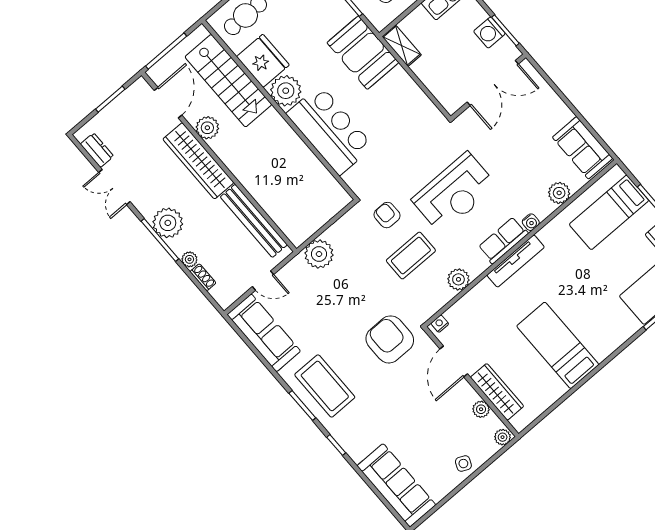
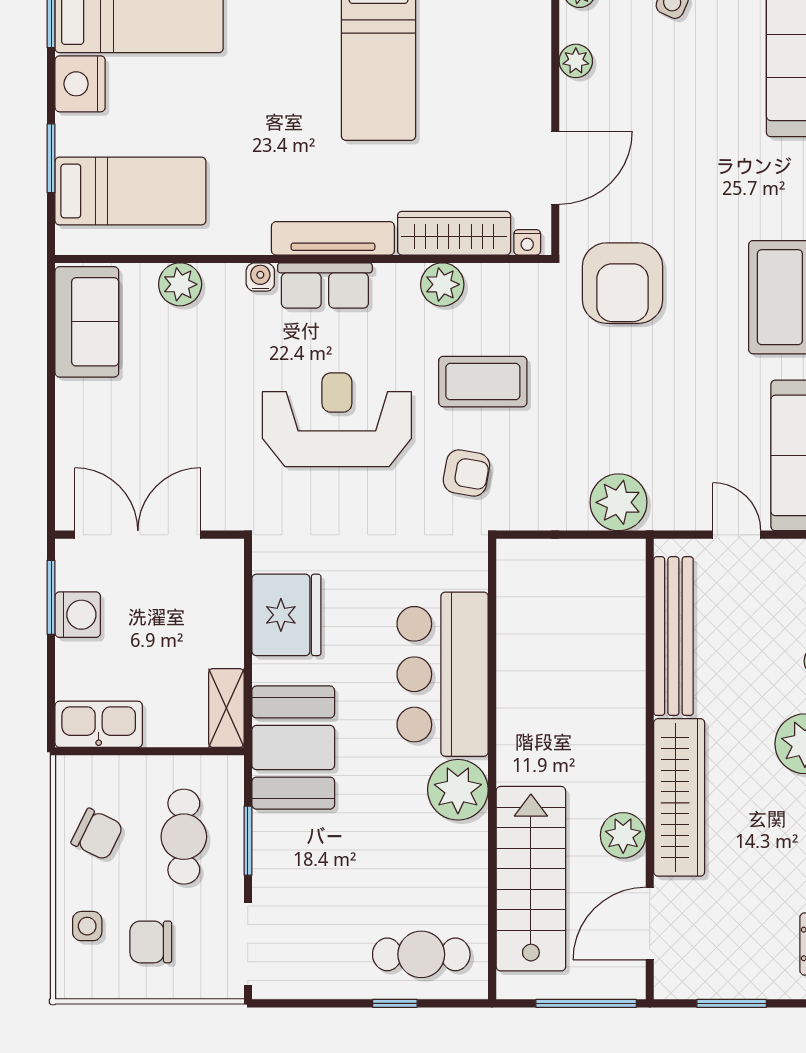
fridge: (263, 61) -> (286, 615), moved, turned 180
armchair: (387, 215) -> (466, 473), turned -80
wardrobe: (497, 392) -> (454, 233), moved, turned 90

